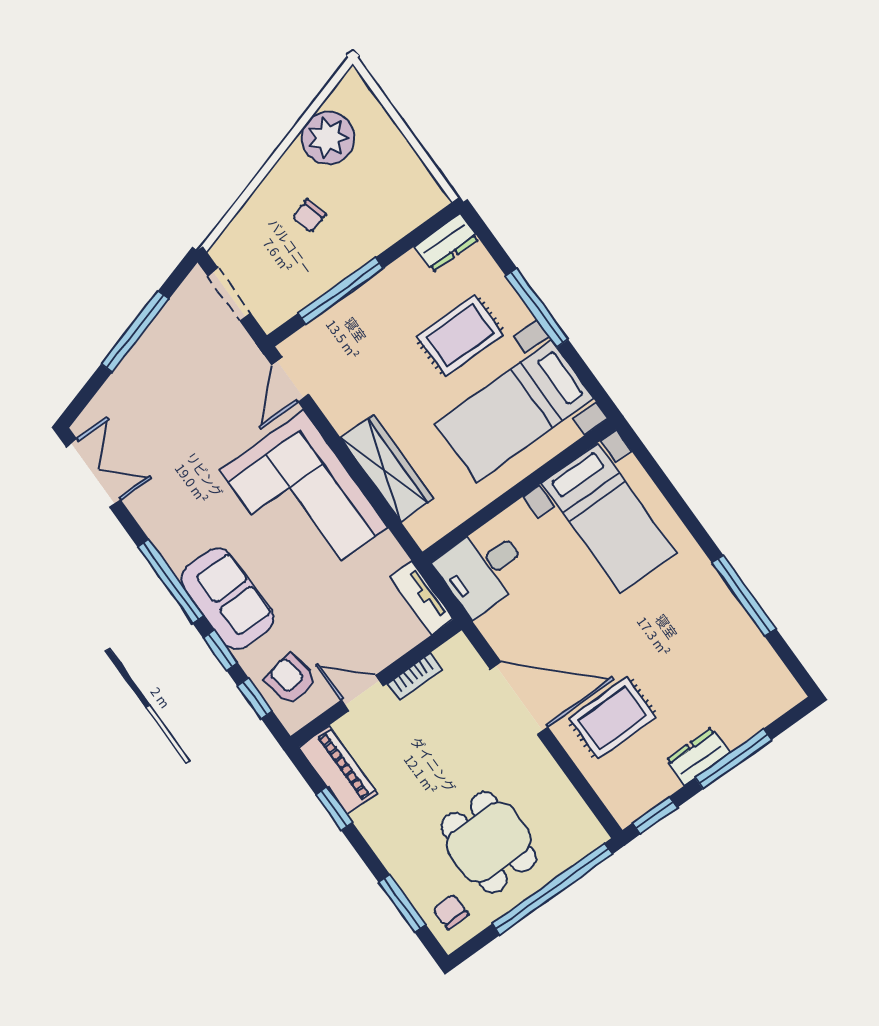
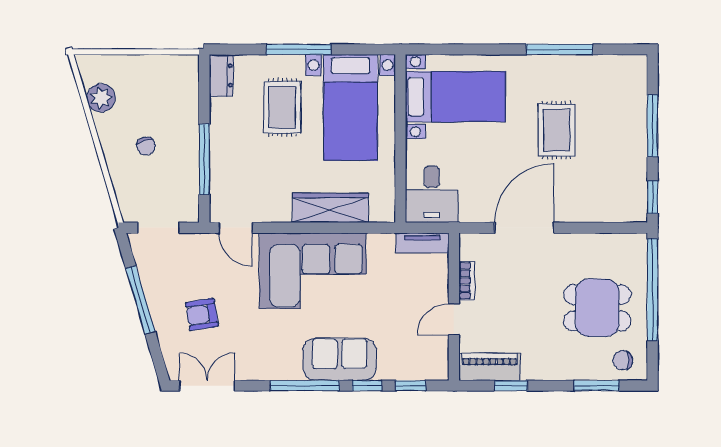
plant: (328, 138) -> (101, 98), width x0.73, depth x0.73
armchair: (291, 679) -> (202, 314), moved
rug: (612, 718) -> (557, 130), moved
dresser: (698, 756) -> (636, 146), removed

